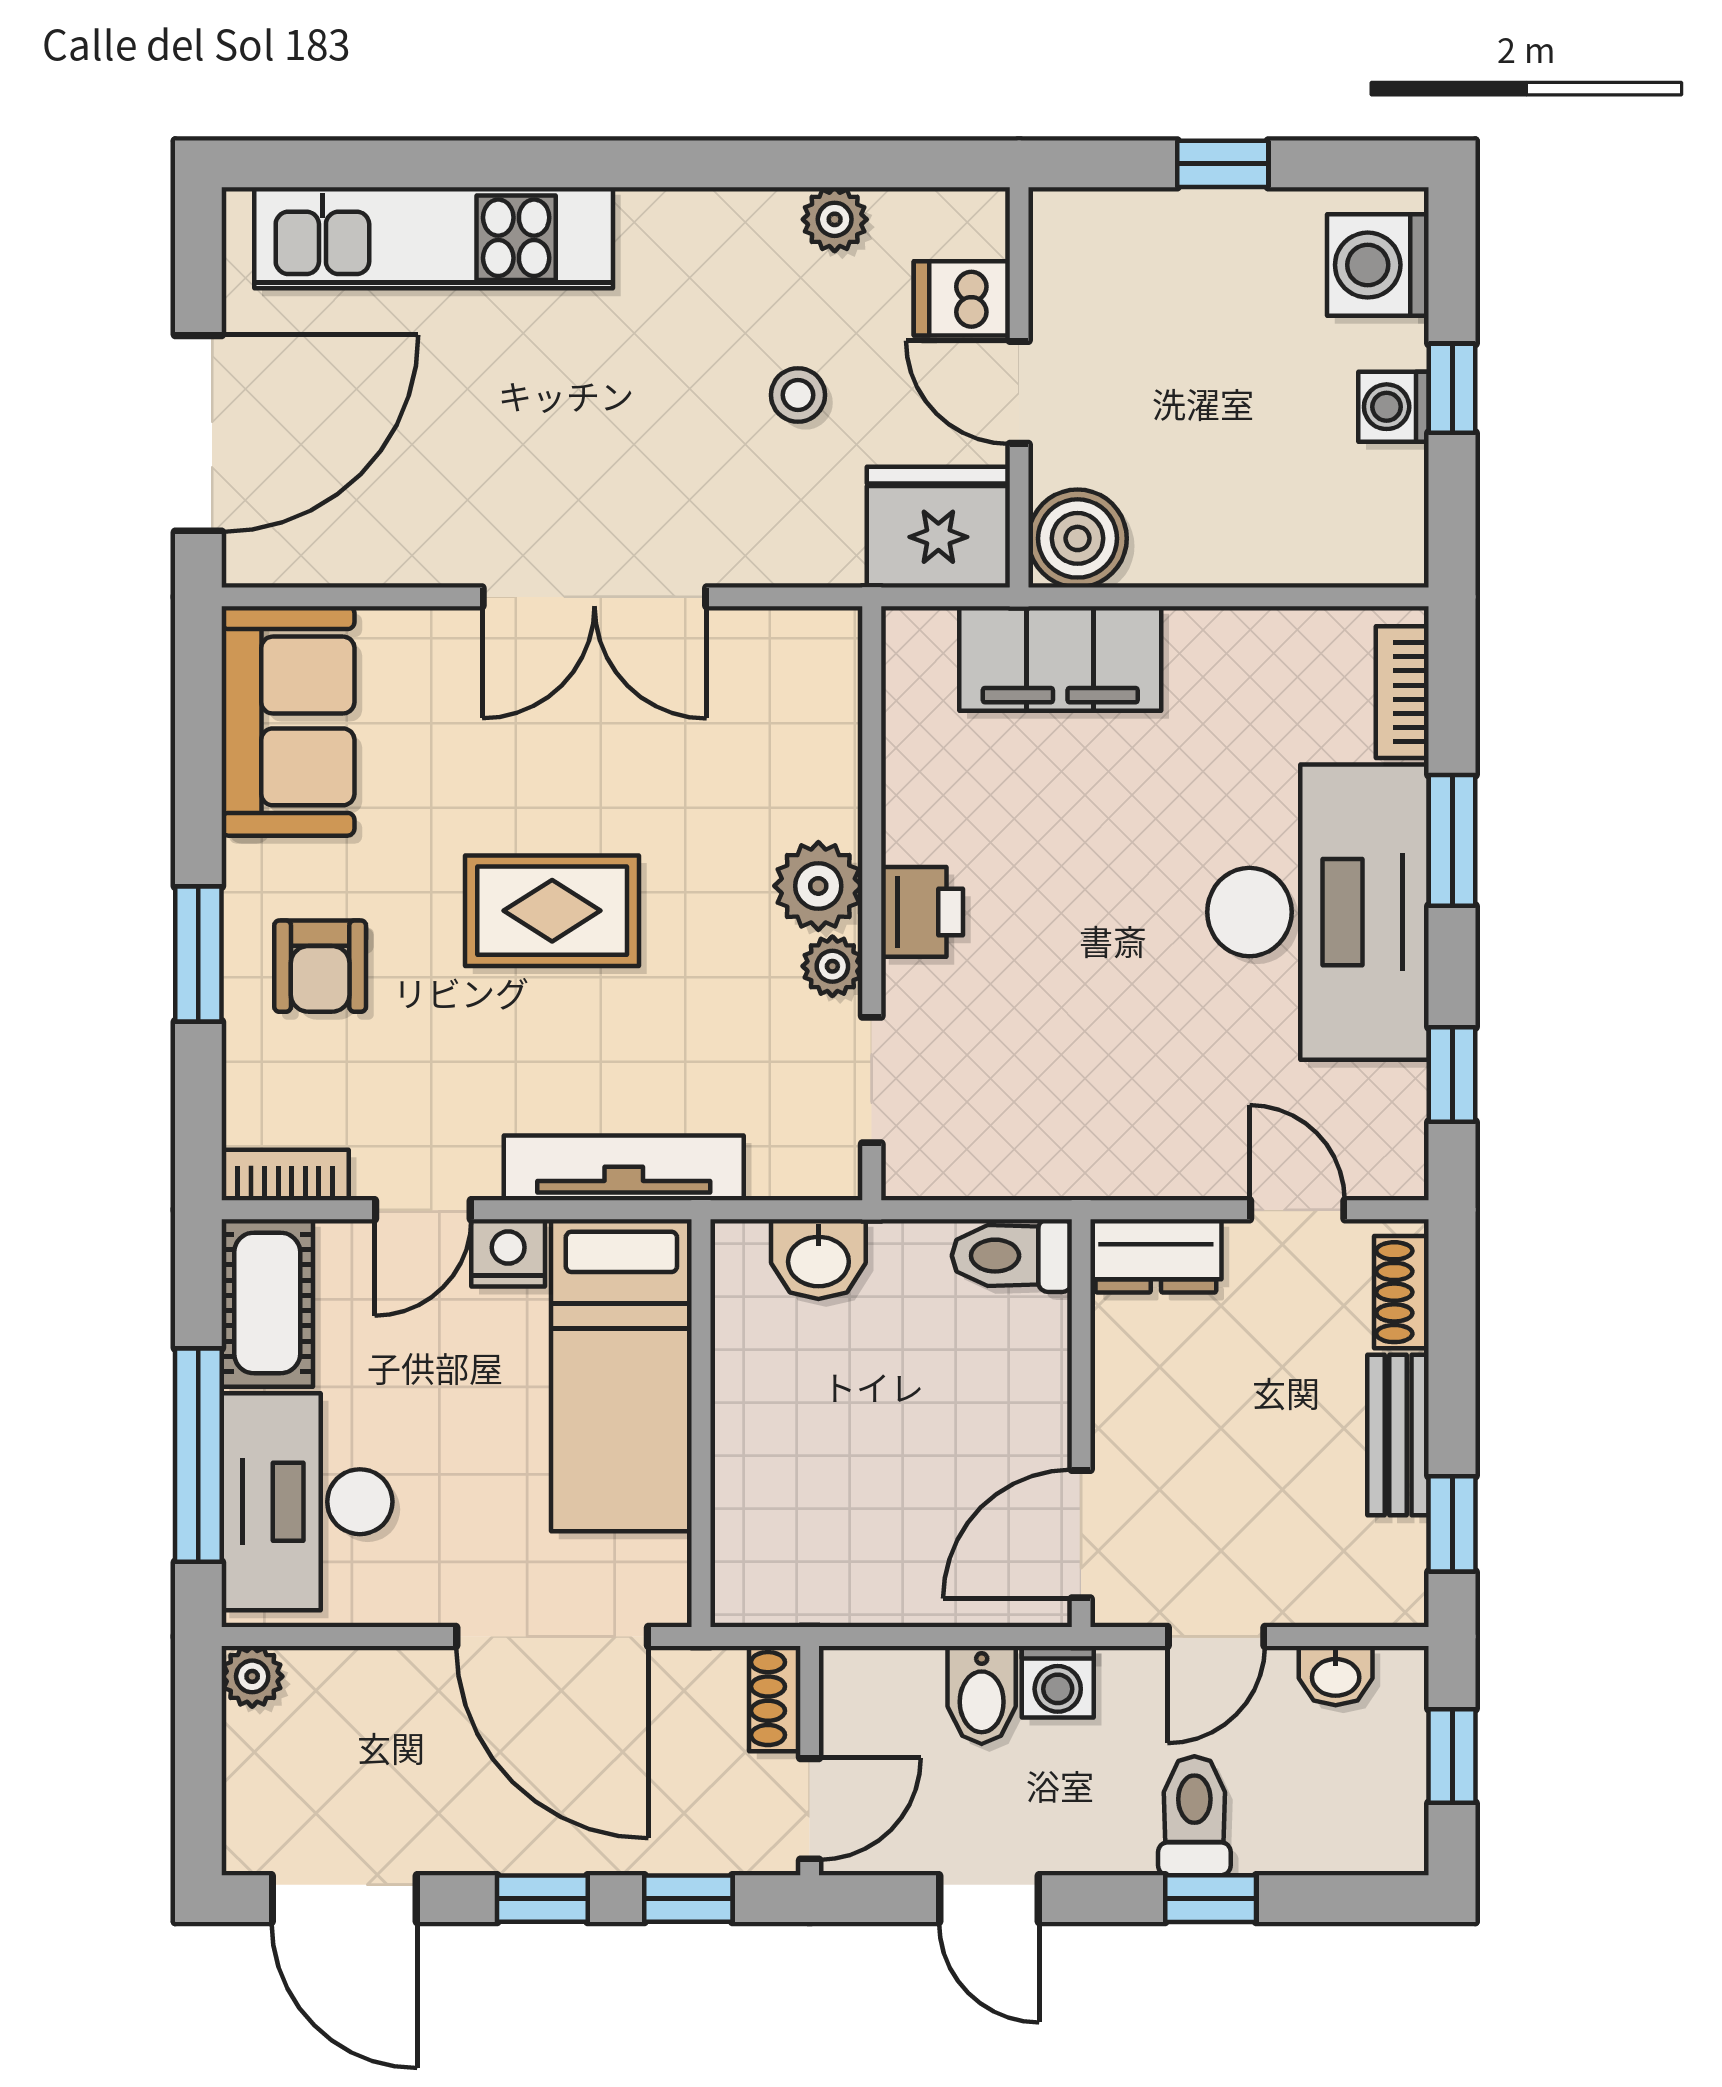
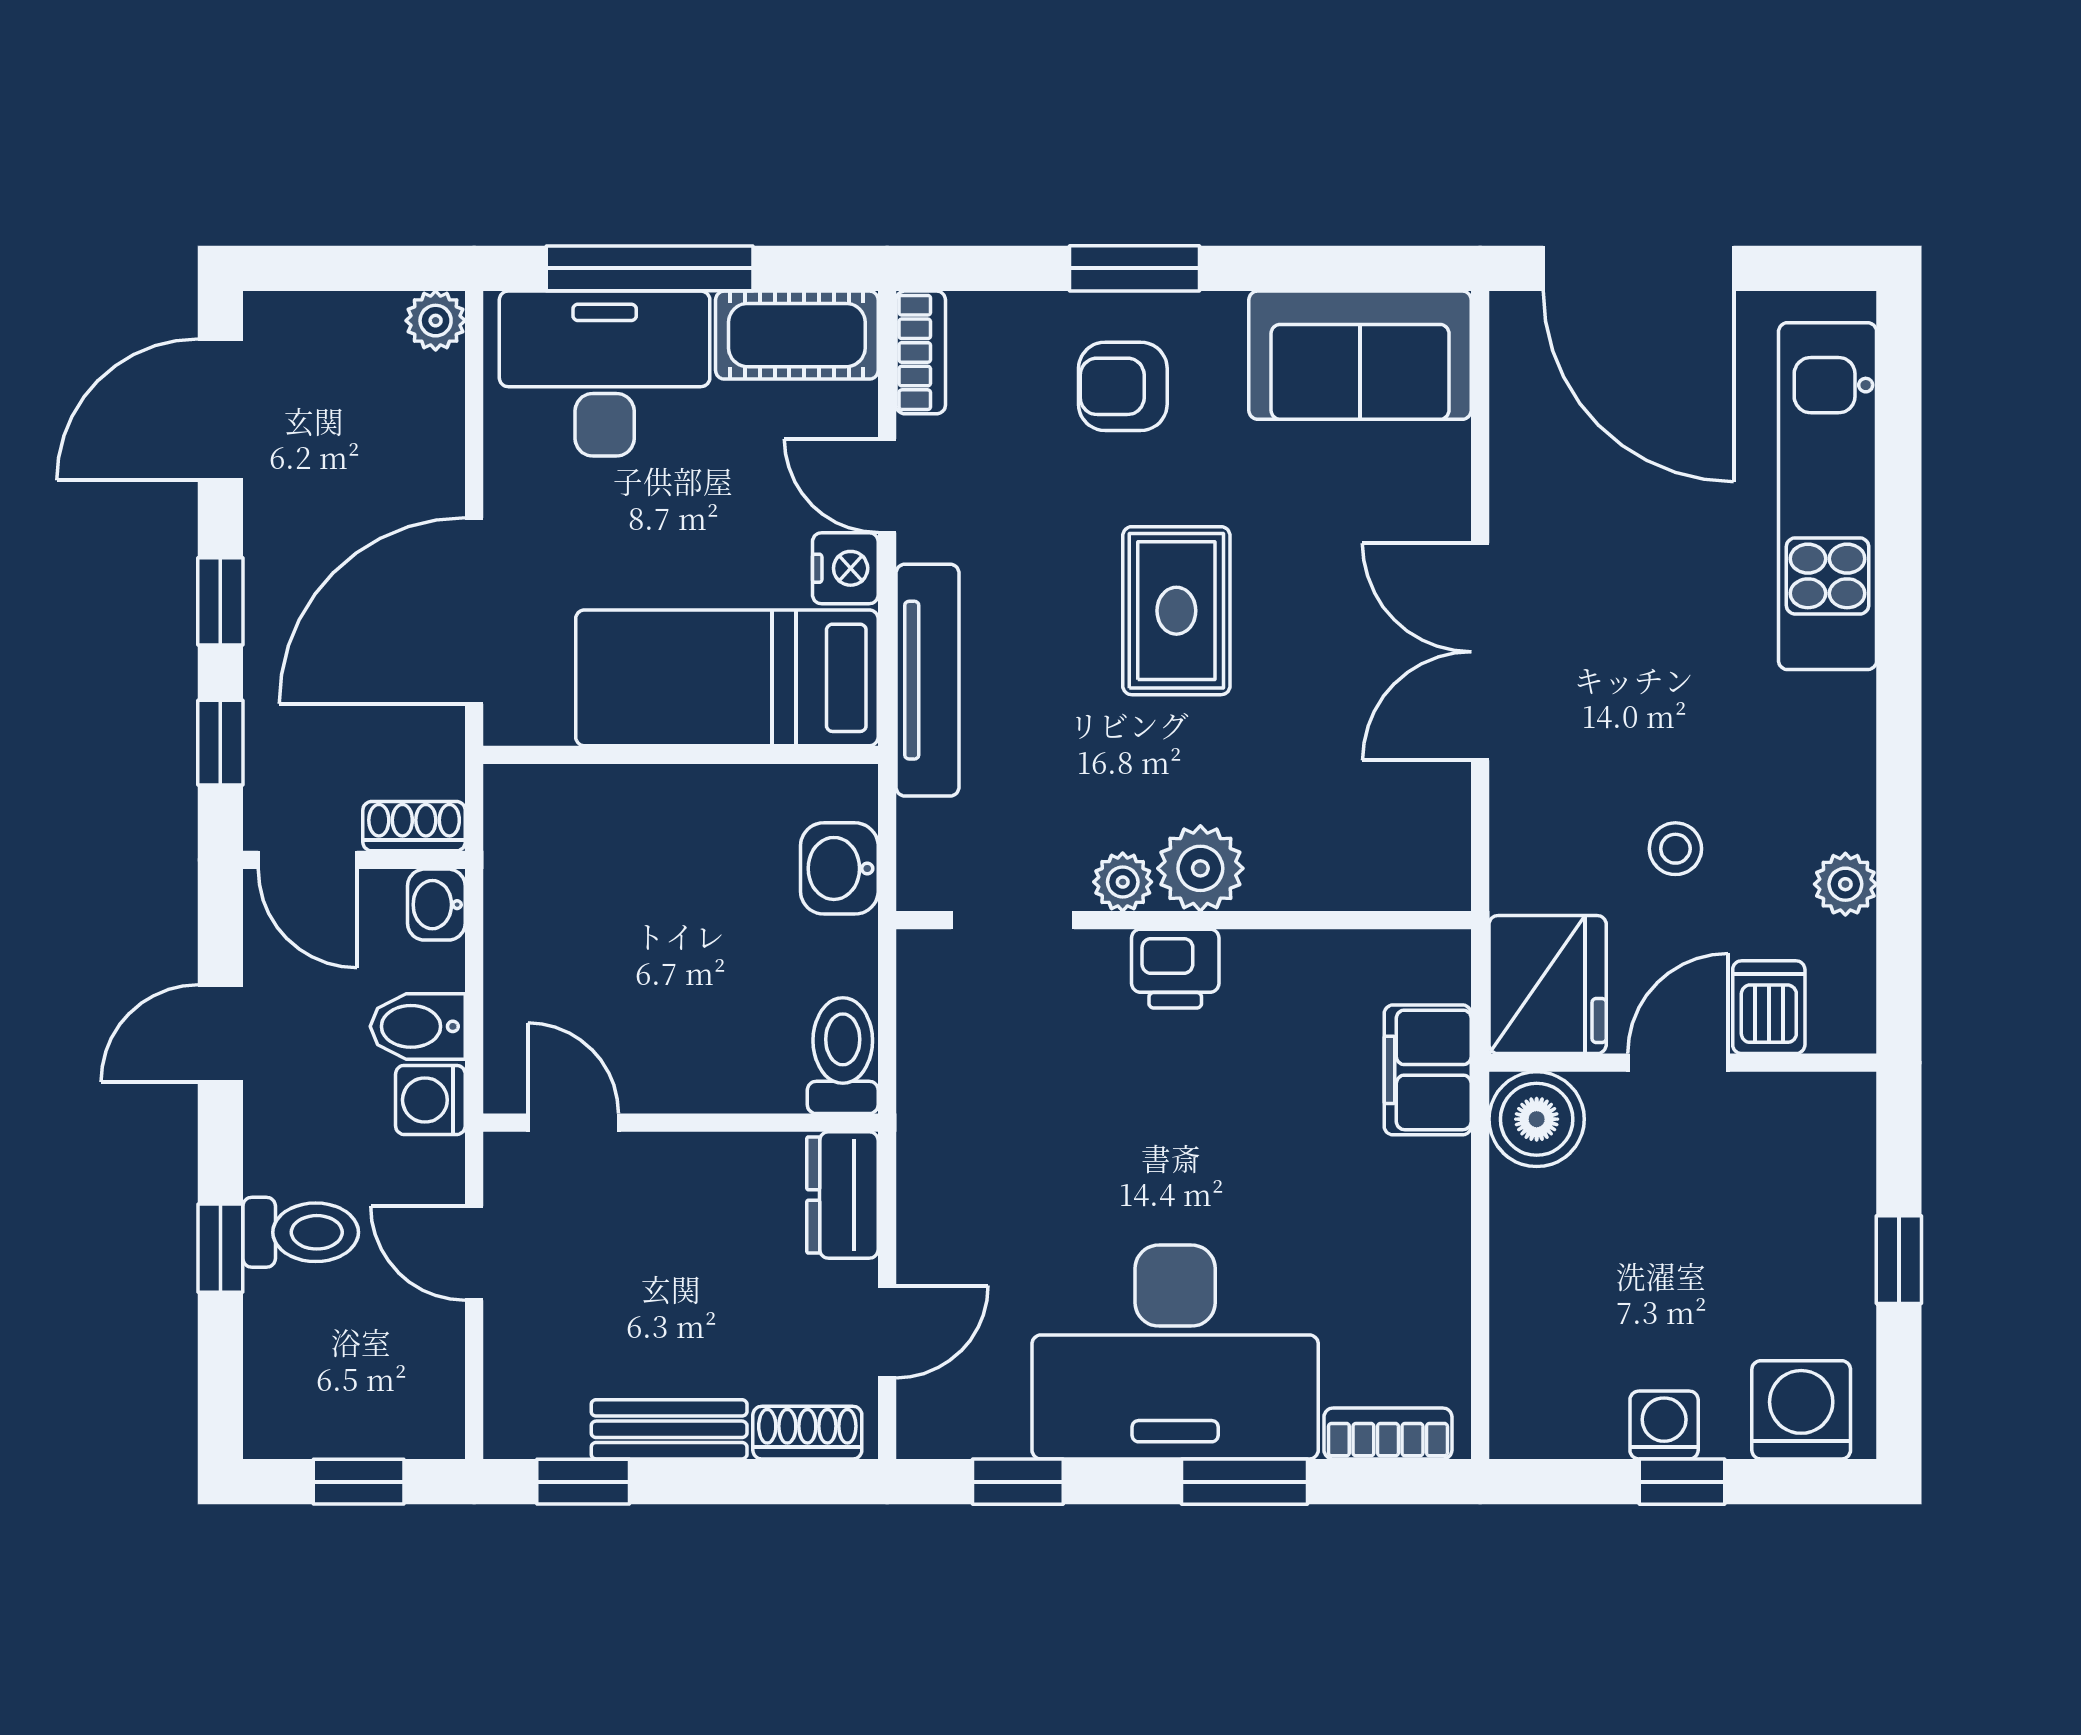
filing cabinet: (1060, 659) -> (1428, 1070), width x0.67, depth x0.86
door: (1081, 1534) -> (573, 1123), width x0.73
washbasin: (1336, 1676) -> (436, 905), moved

